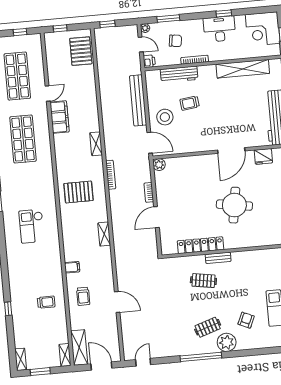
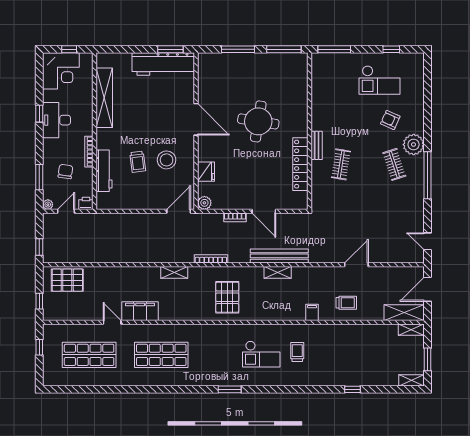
bench: (138, 100) -> (279, 256), moved
stool: (165, 117) -> (167, 160), moved
fridge: (263, 156) -> (206, 172), moved
trolley: (46, 302) -> (297, 352), moved

